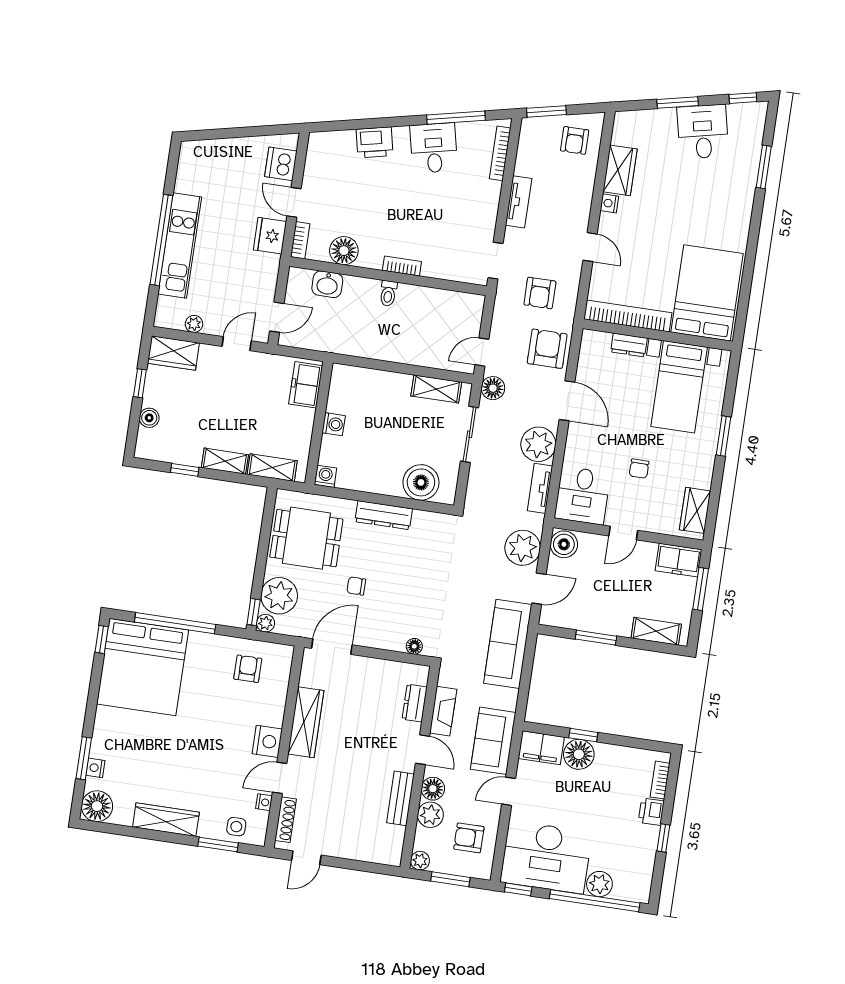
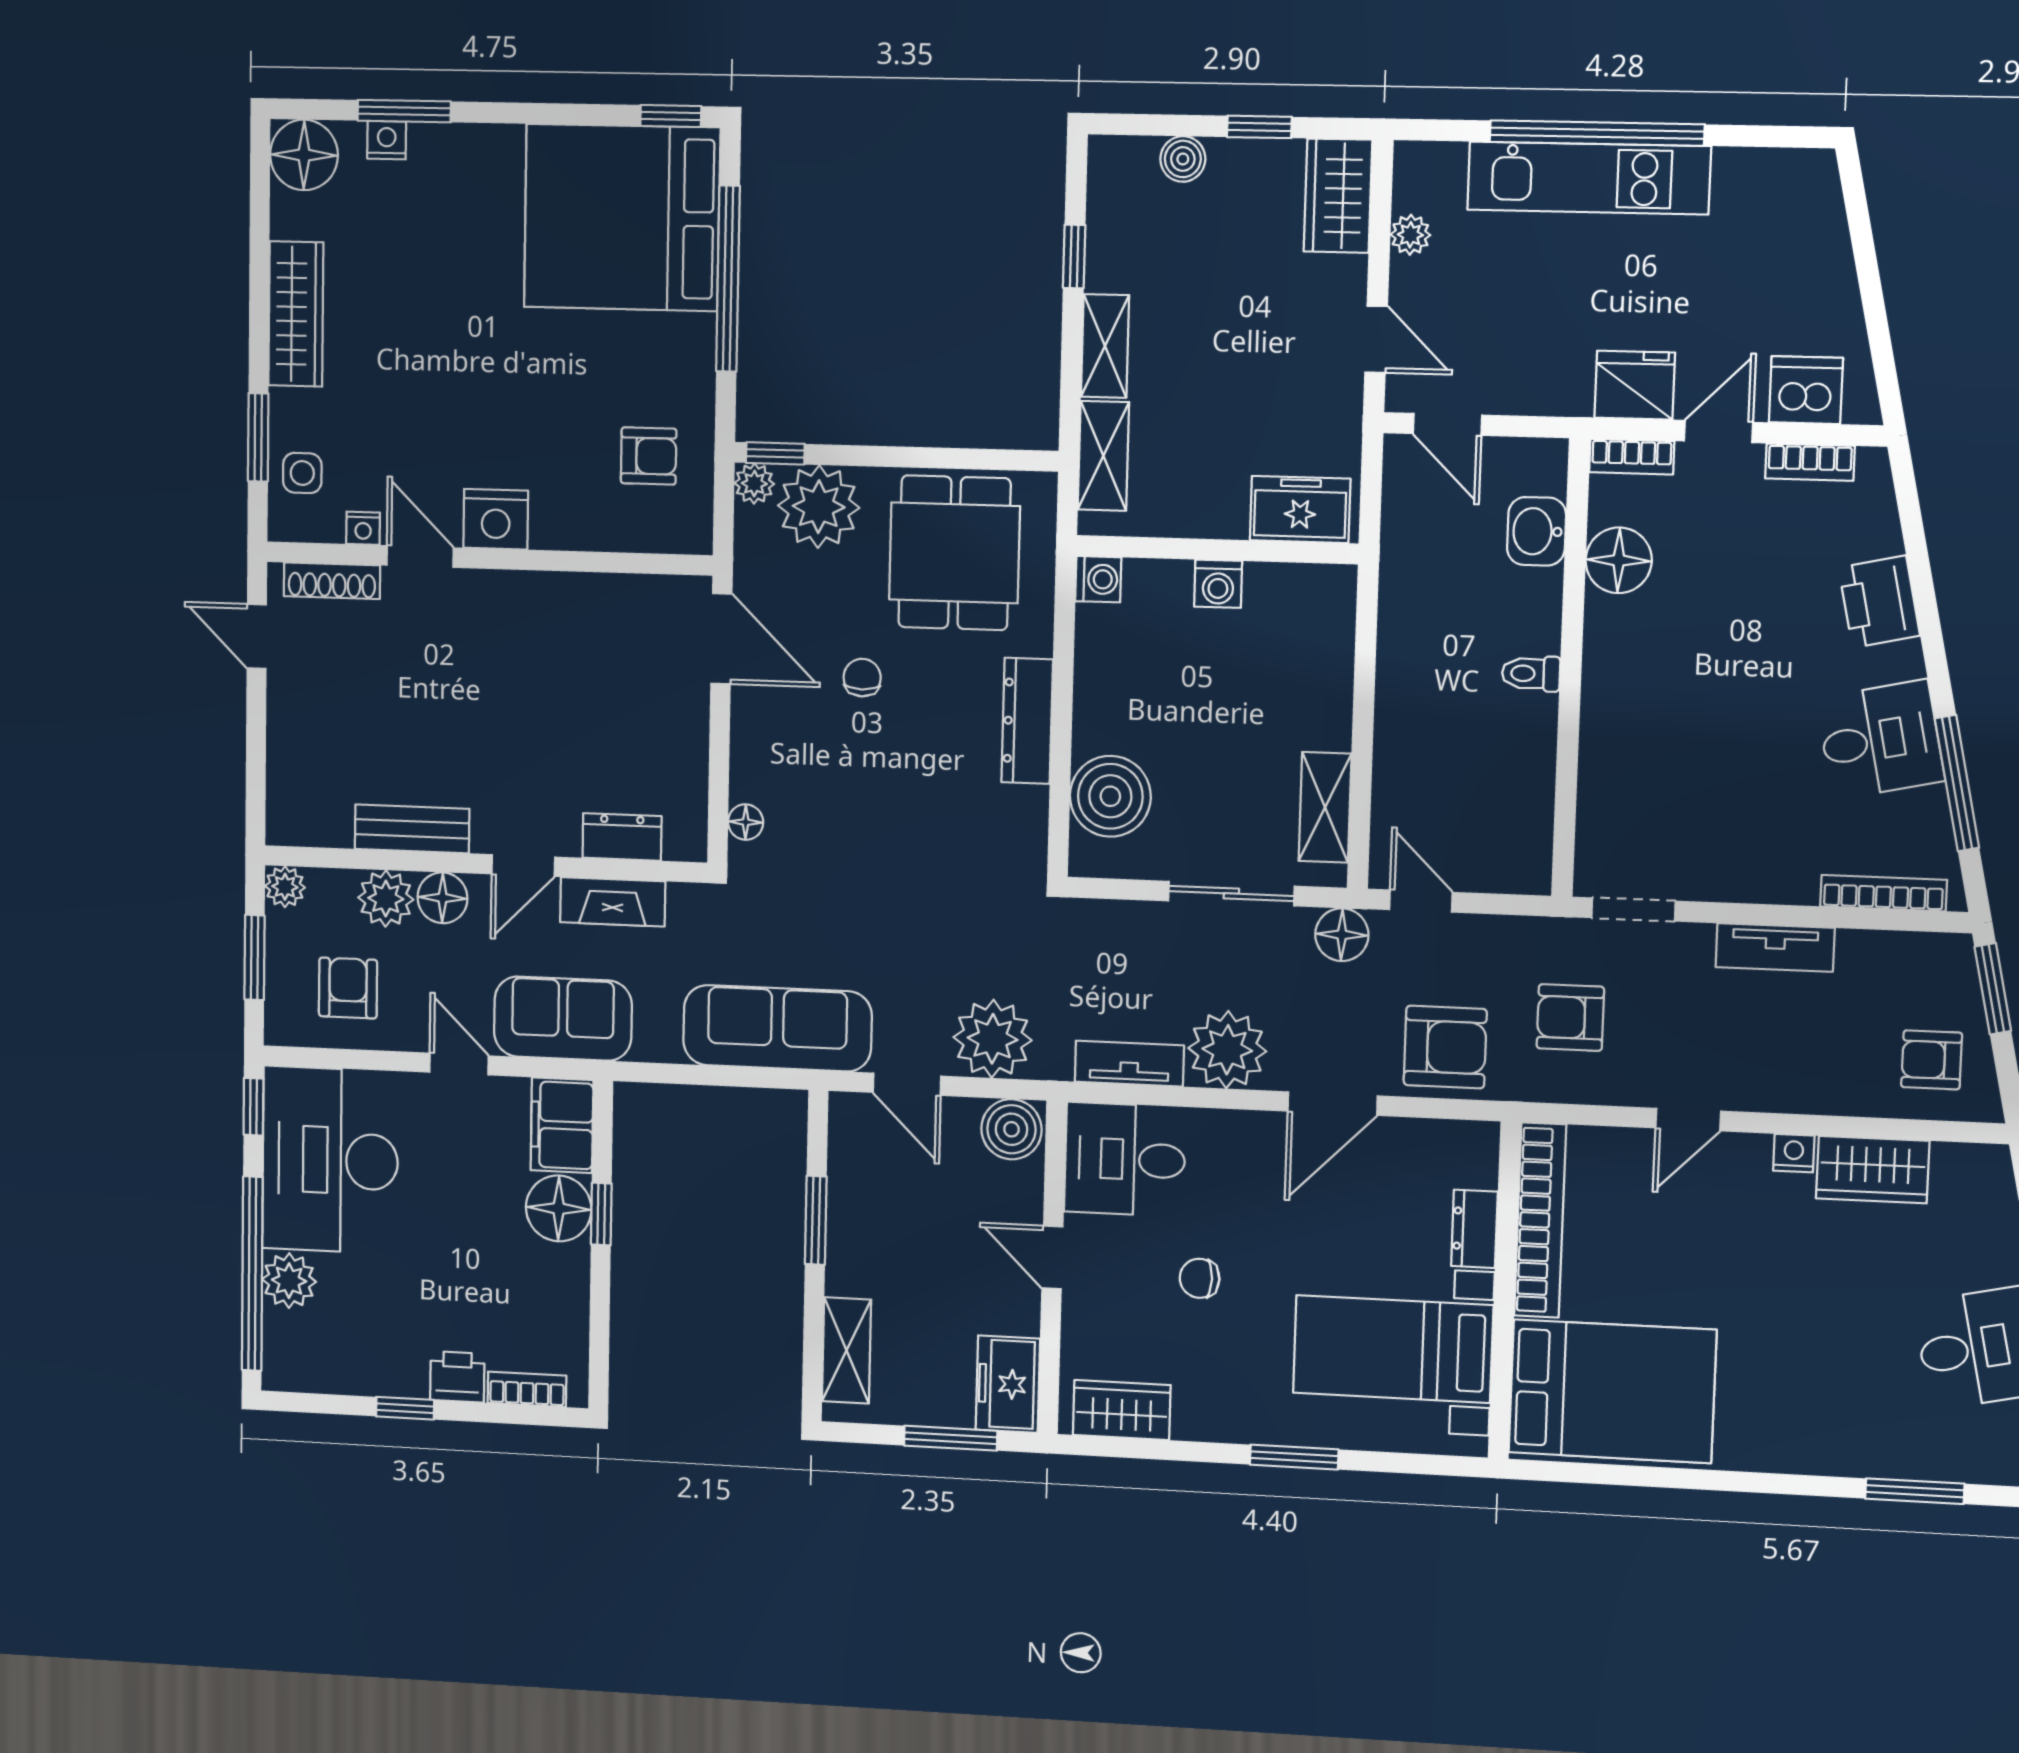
bookcase: (402, 266) -> (1810, 462), moved, turned 90
wardrobe: (306, 722) -> (549, 600), removed

